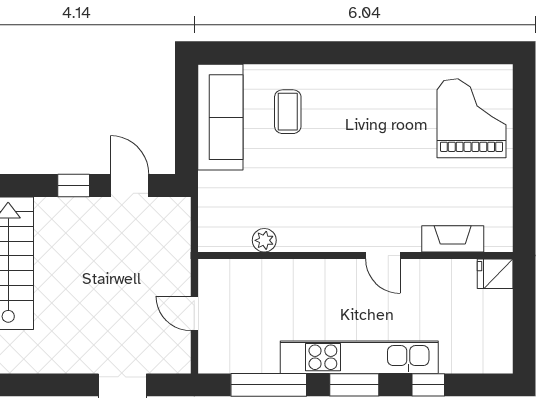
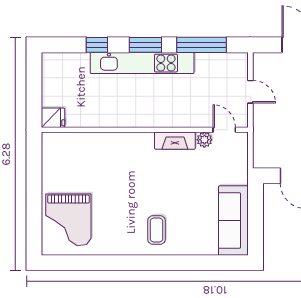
coffee table: (288, 112) -> (156, 230), moved
fireplace: (453, 239) -> (175, 141), moved
door: (383, 256) -> (224, 130), moved

